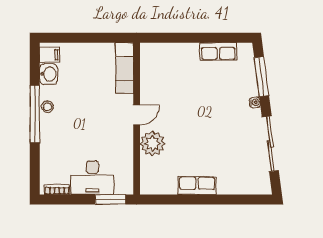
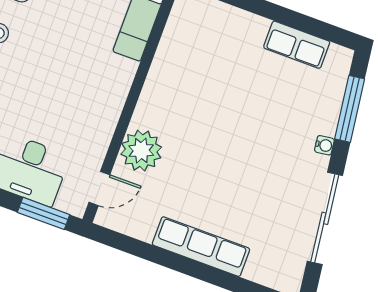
door: (137, 115) -> (99, 188), moved
row of seats: (197, 185) -> (201, 247), width x1.48

